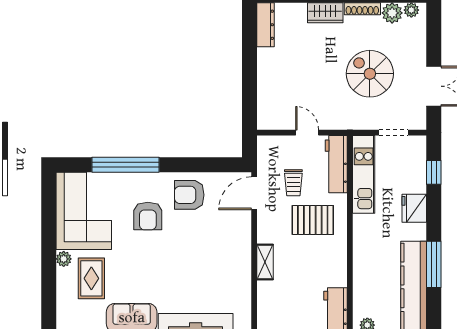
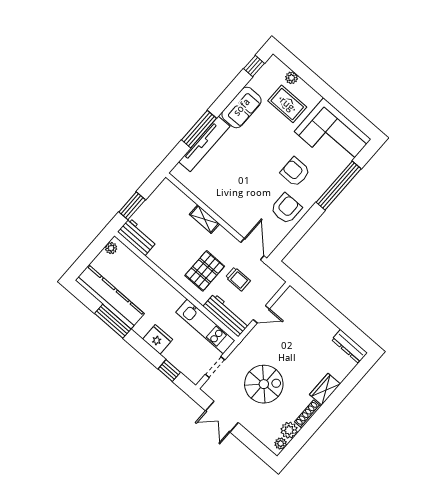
trolley: (293, 183) -> (238, 279), turned 180
plant: (64, 259) -> (292, 78), moved

